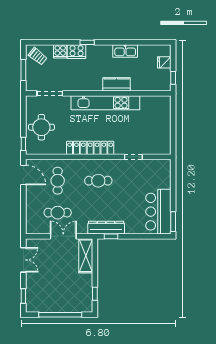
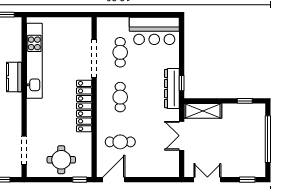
kitchen unit: (105, 103) -> (34, 61), moved
doorway: (133, 157) -> (94, 58), width x1.88
cafe table: (58, 213) -> (120, 52), moved
window: (173, 222) -> (165, 15), removed

